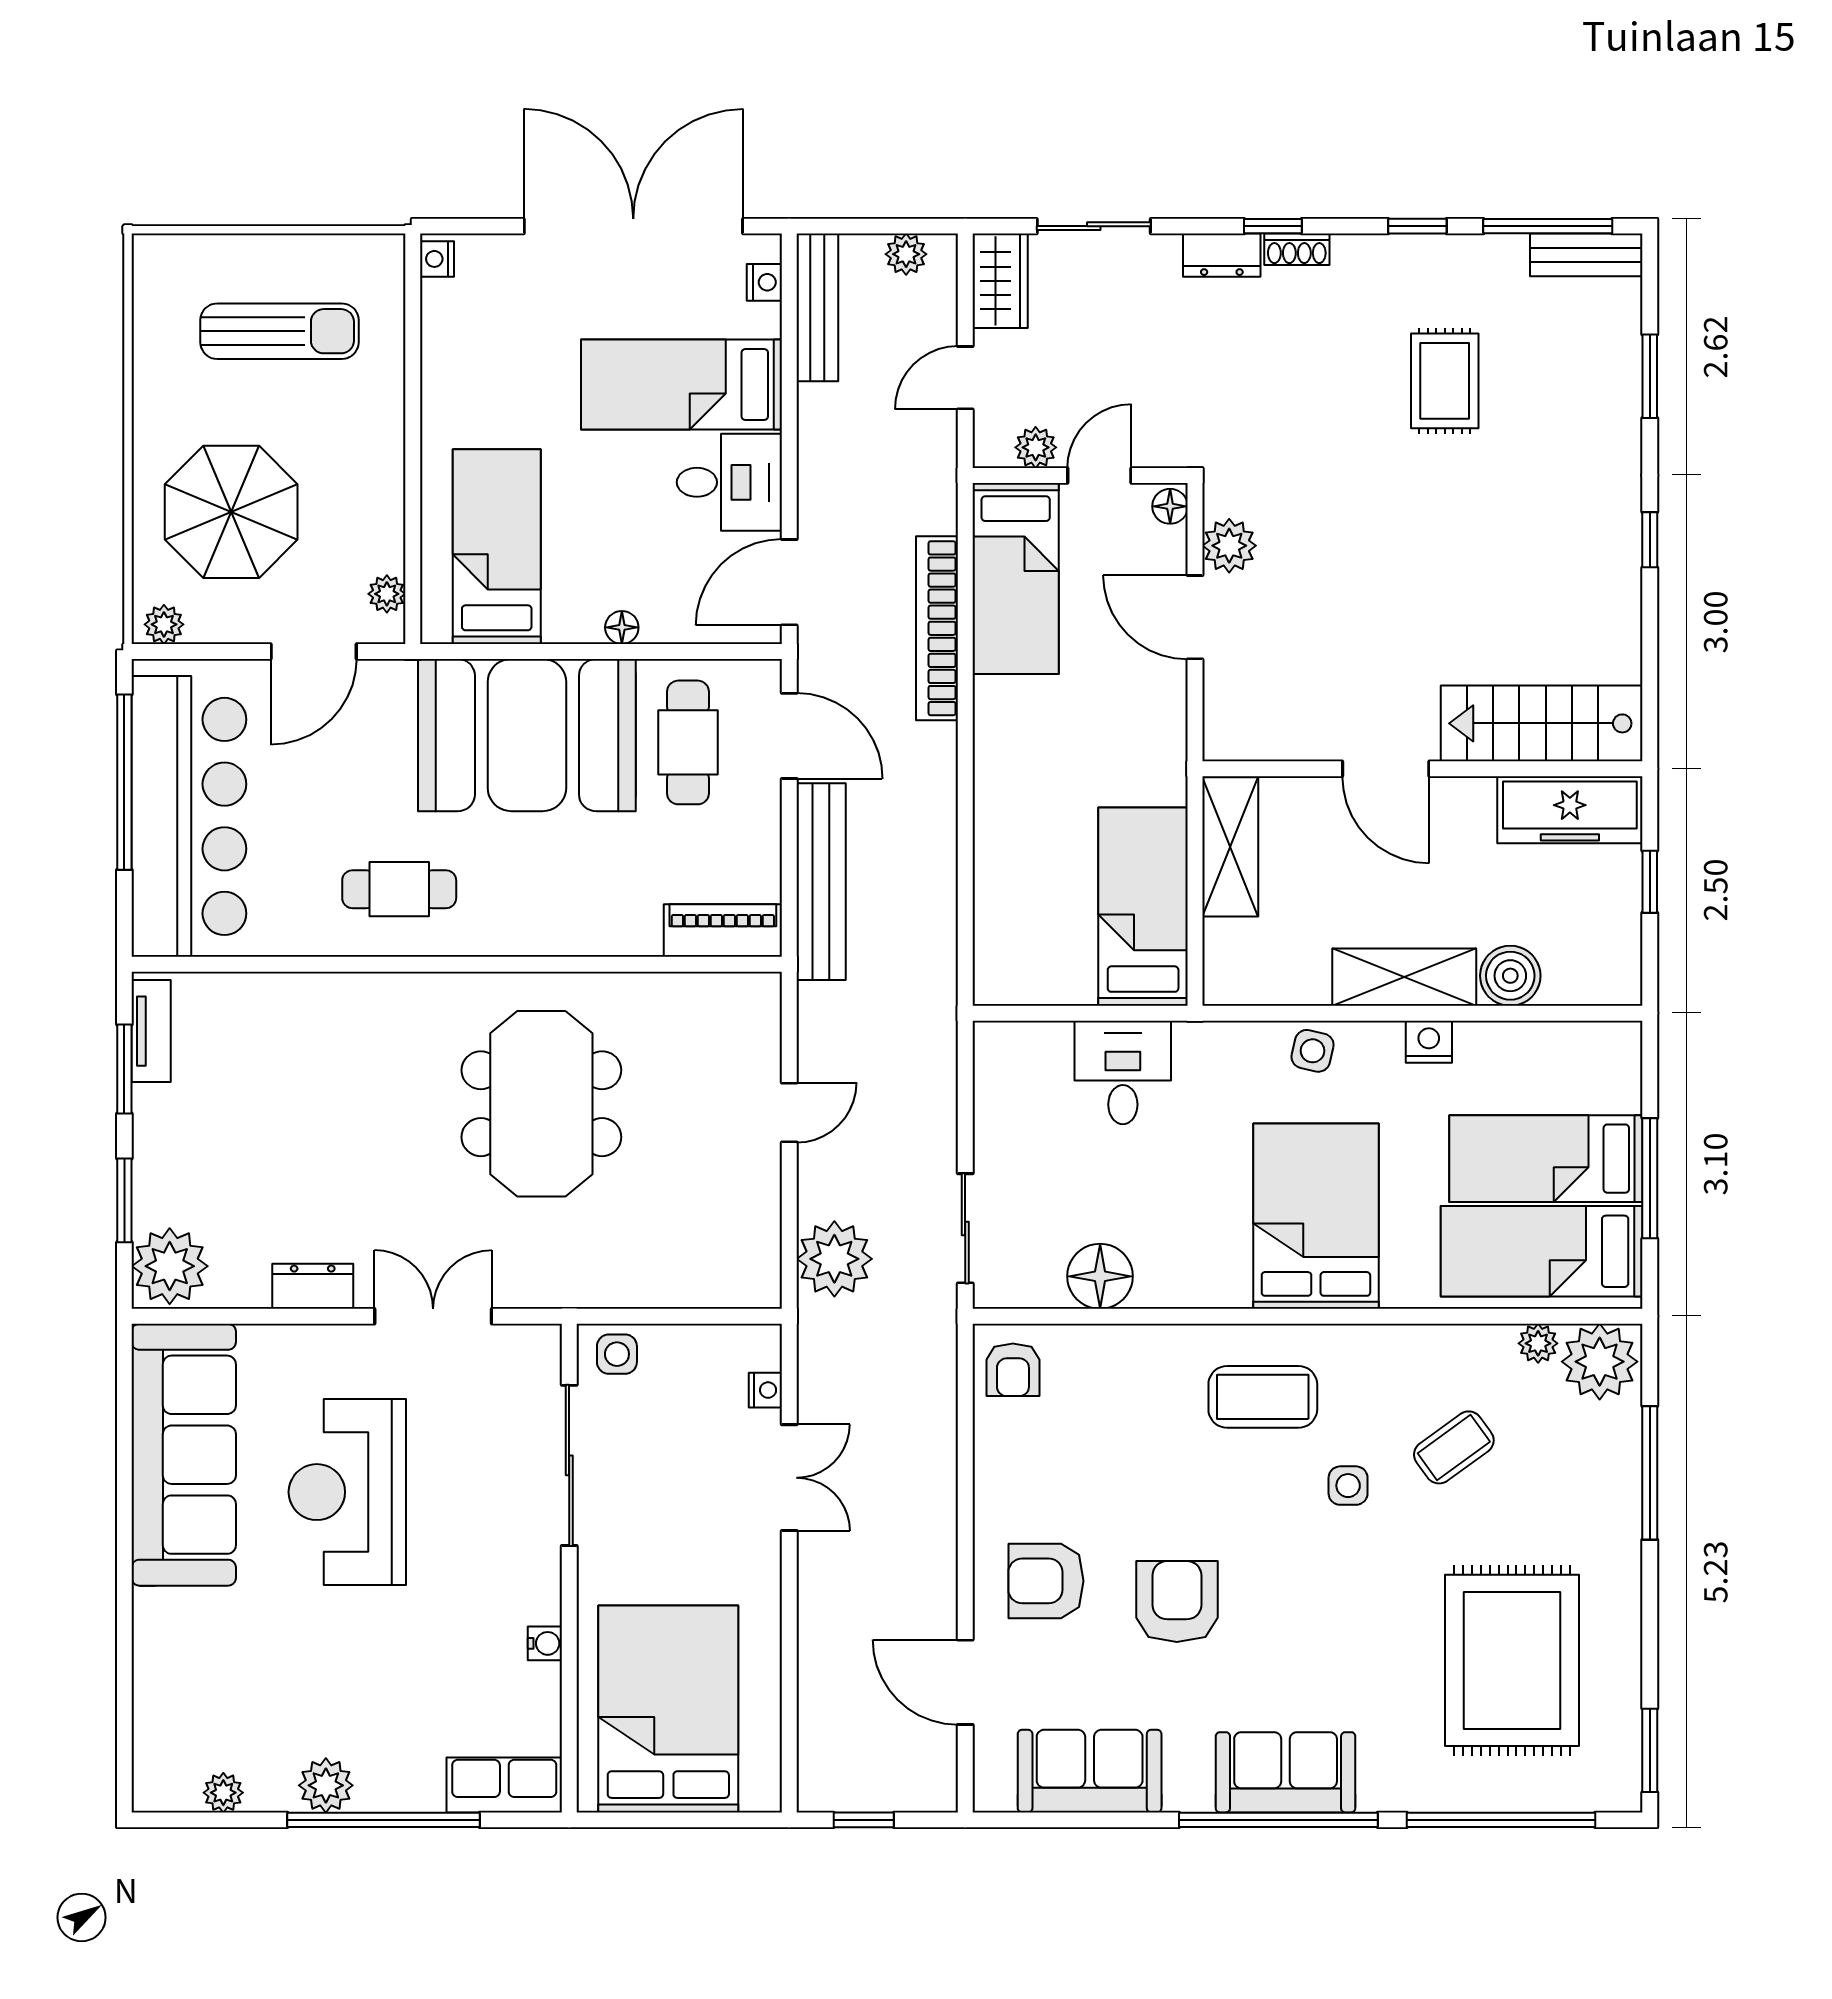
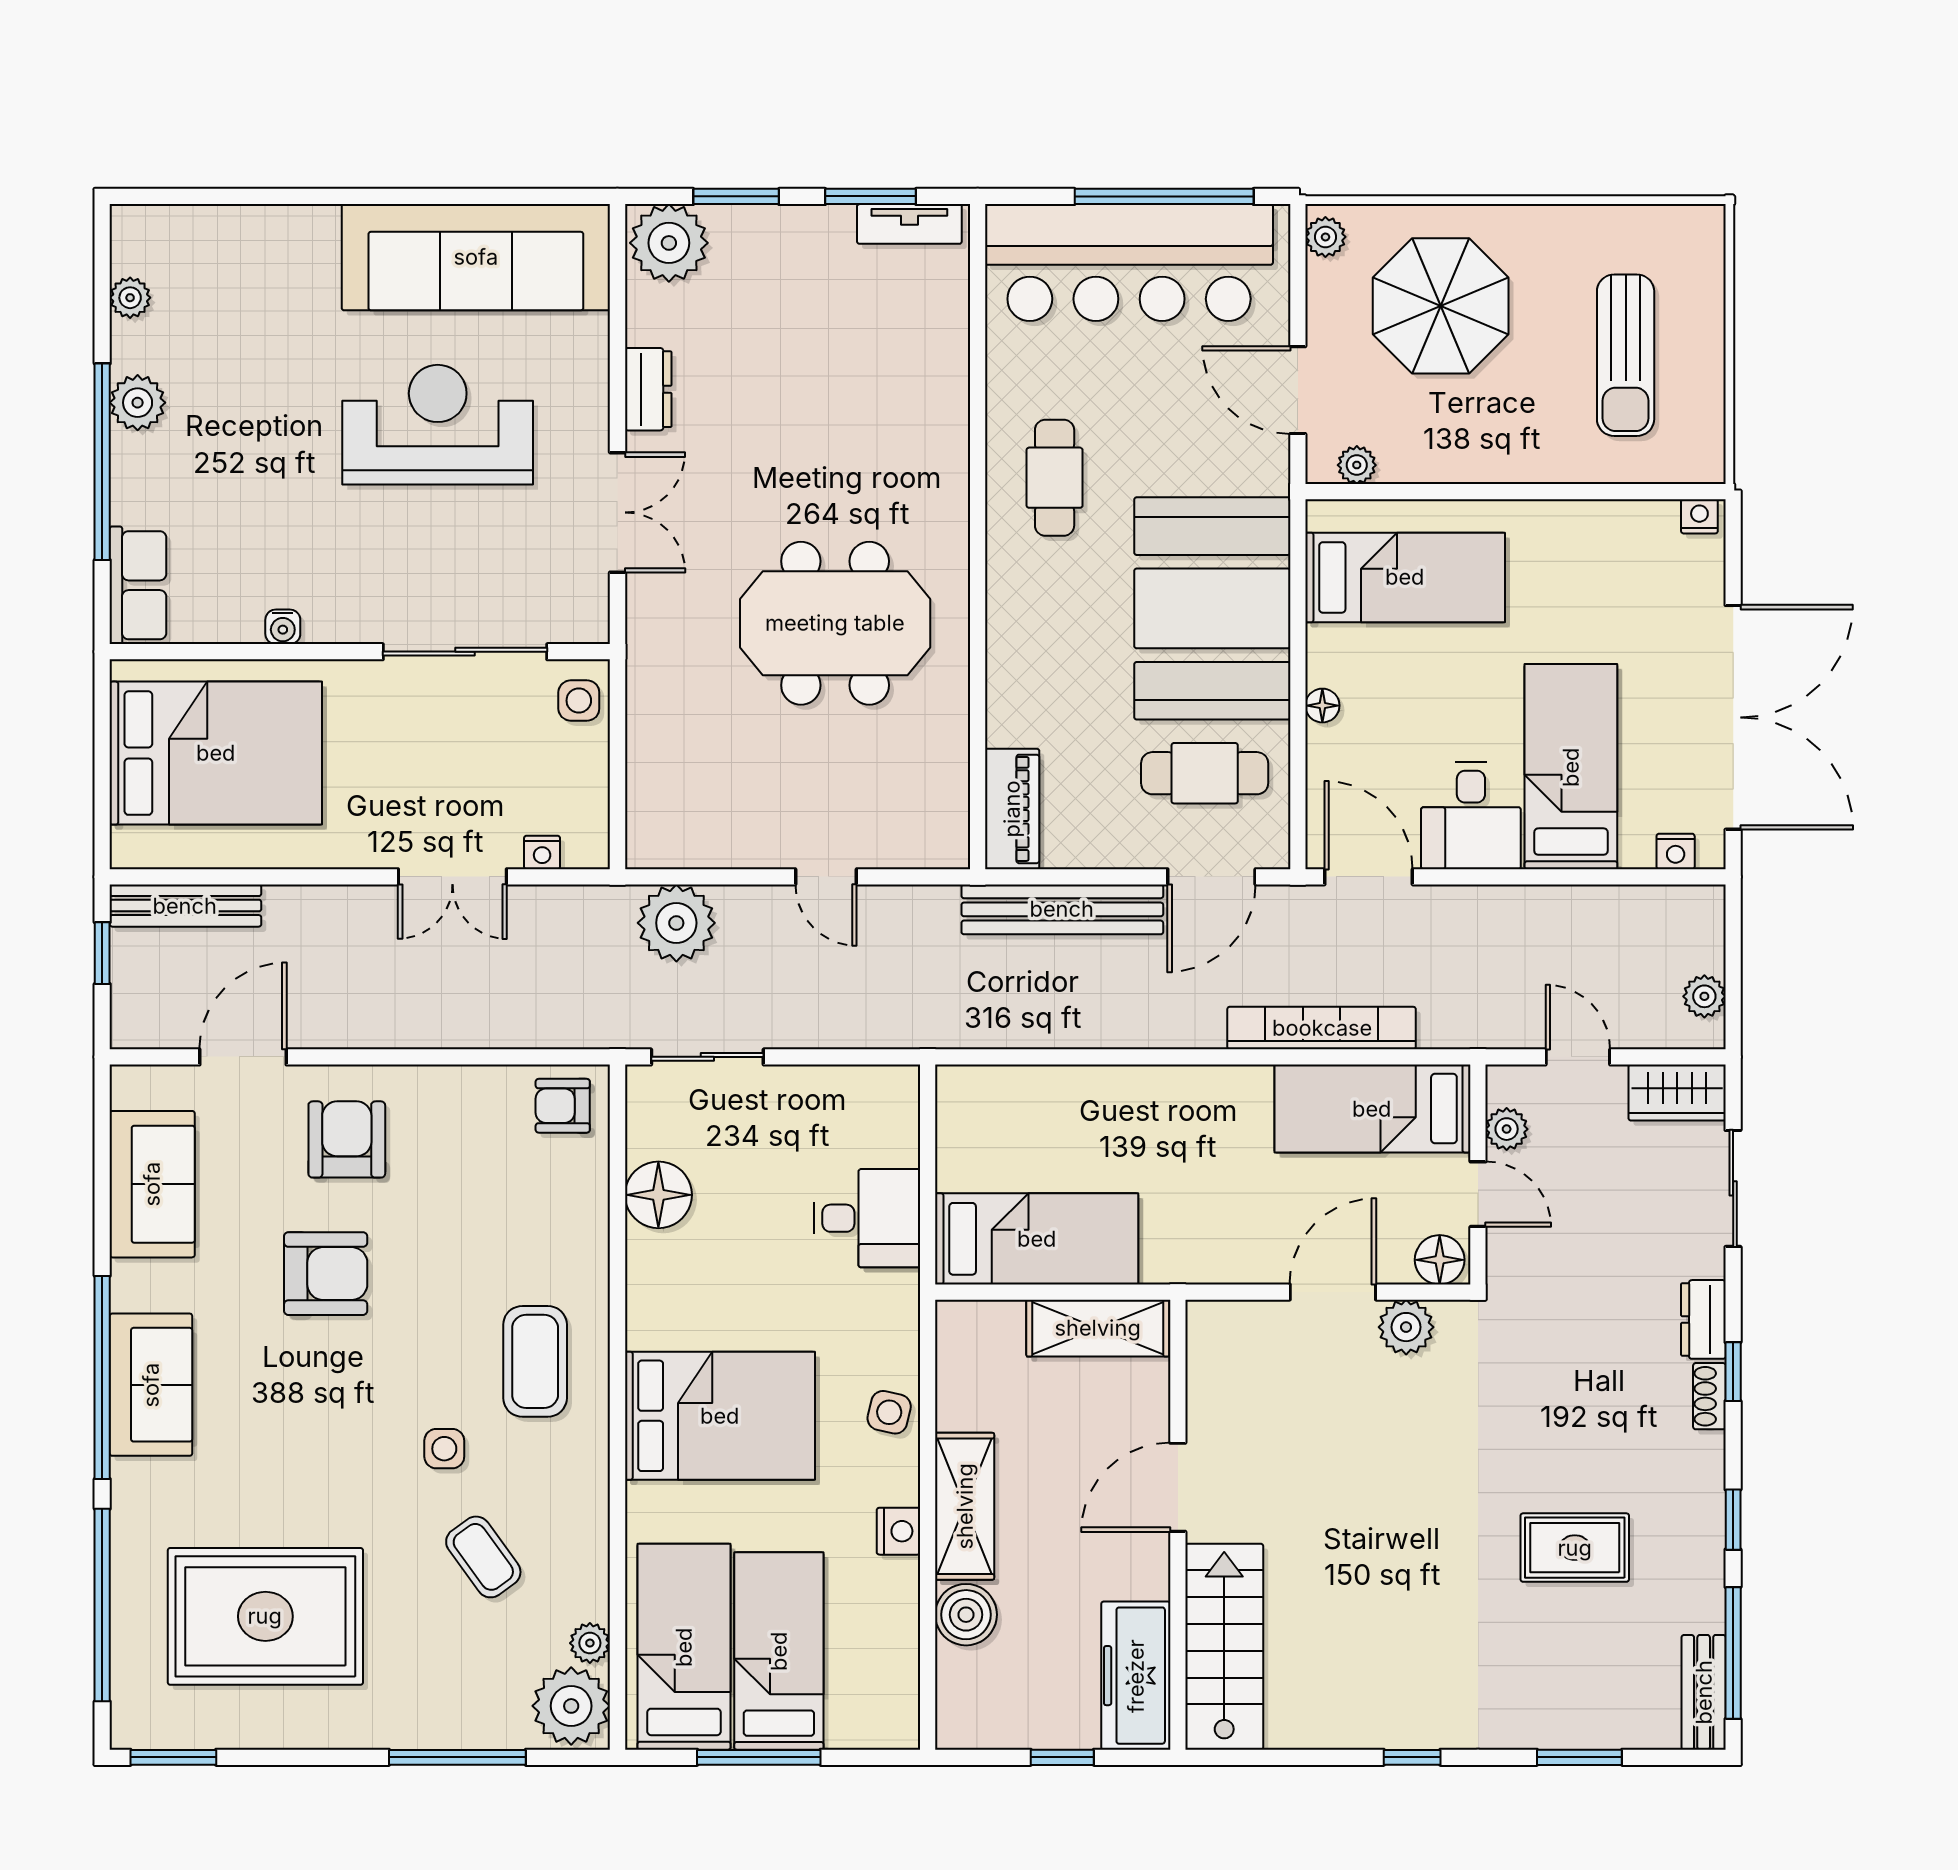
bench: (817, 307) -> (185, 906), moved
floor lamp: (1170, 506) -> (1440, 1260), width x1.37, depth x1.37

